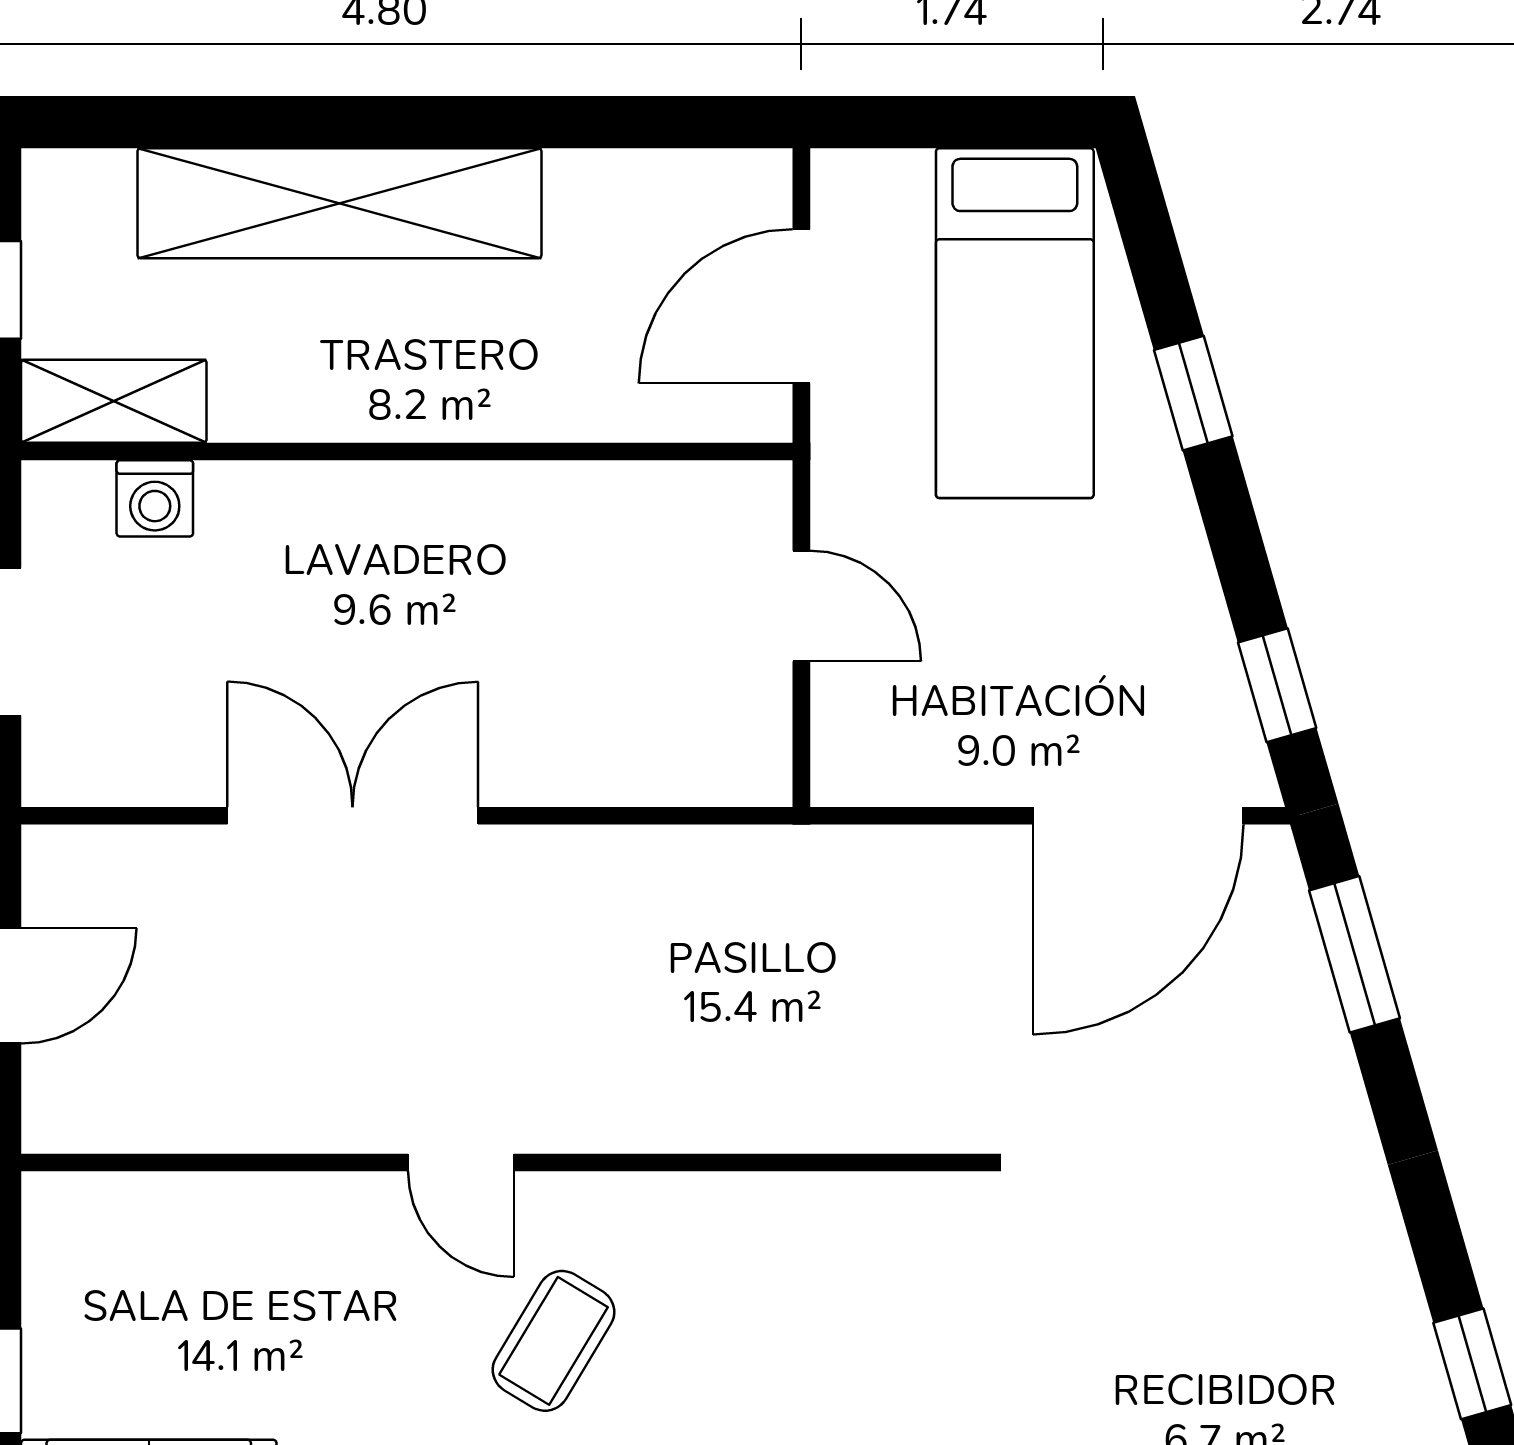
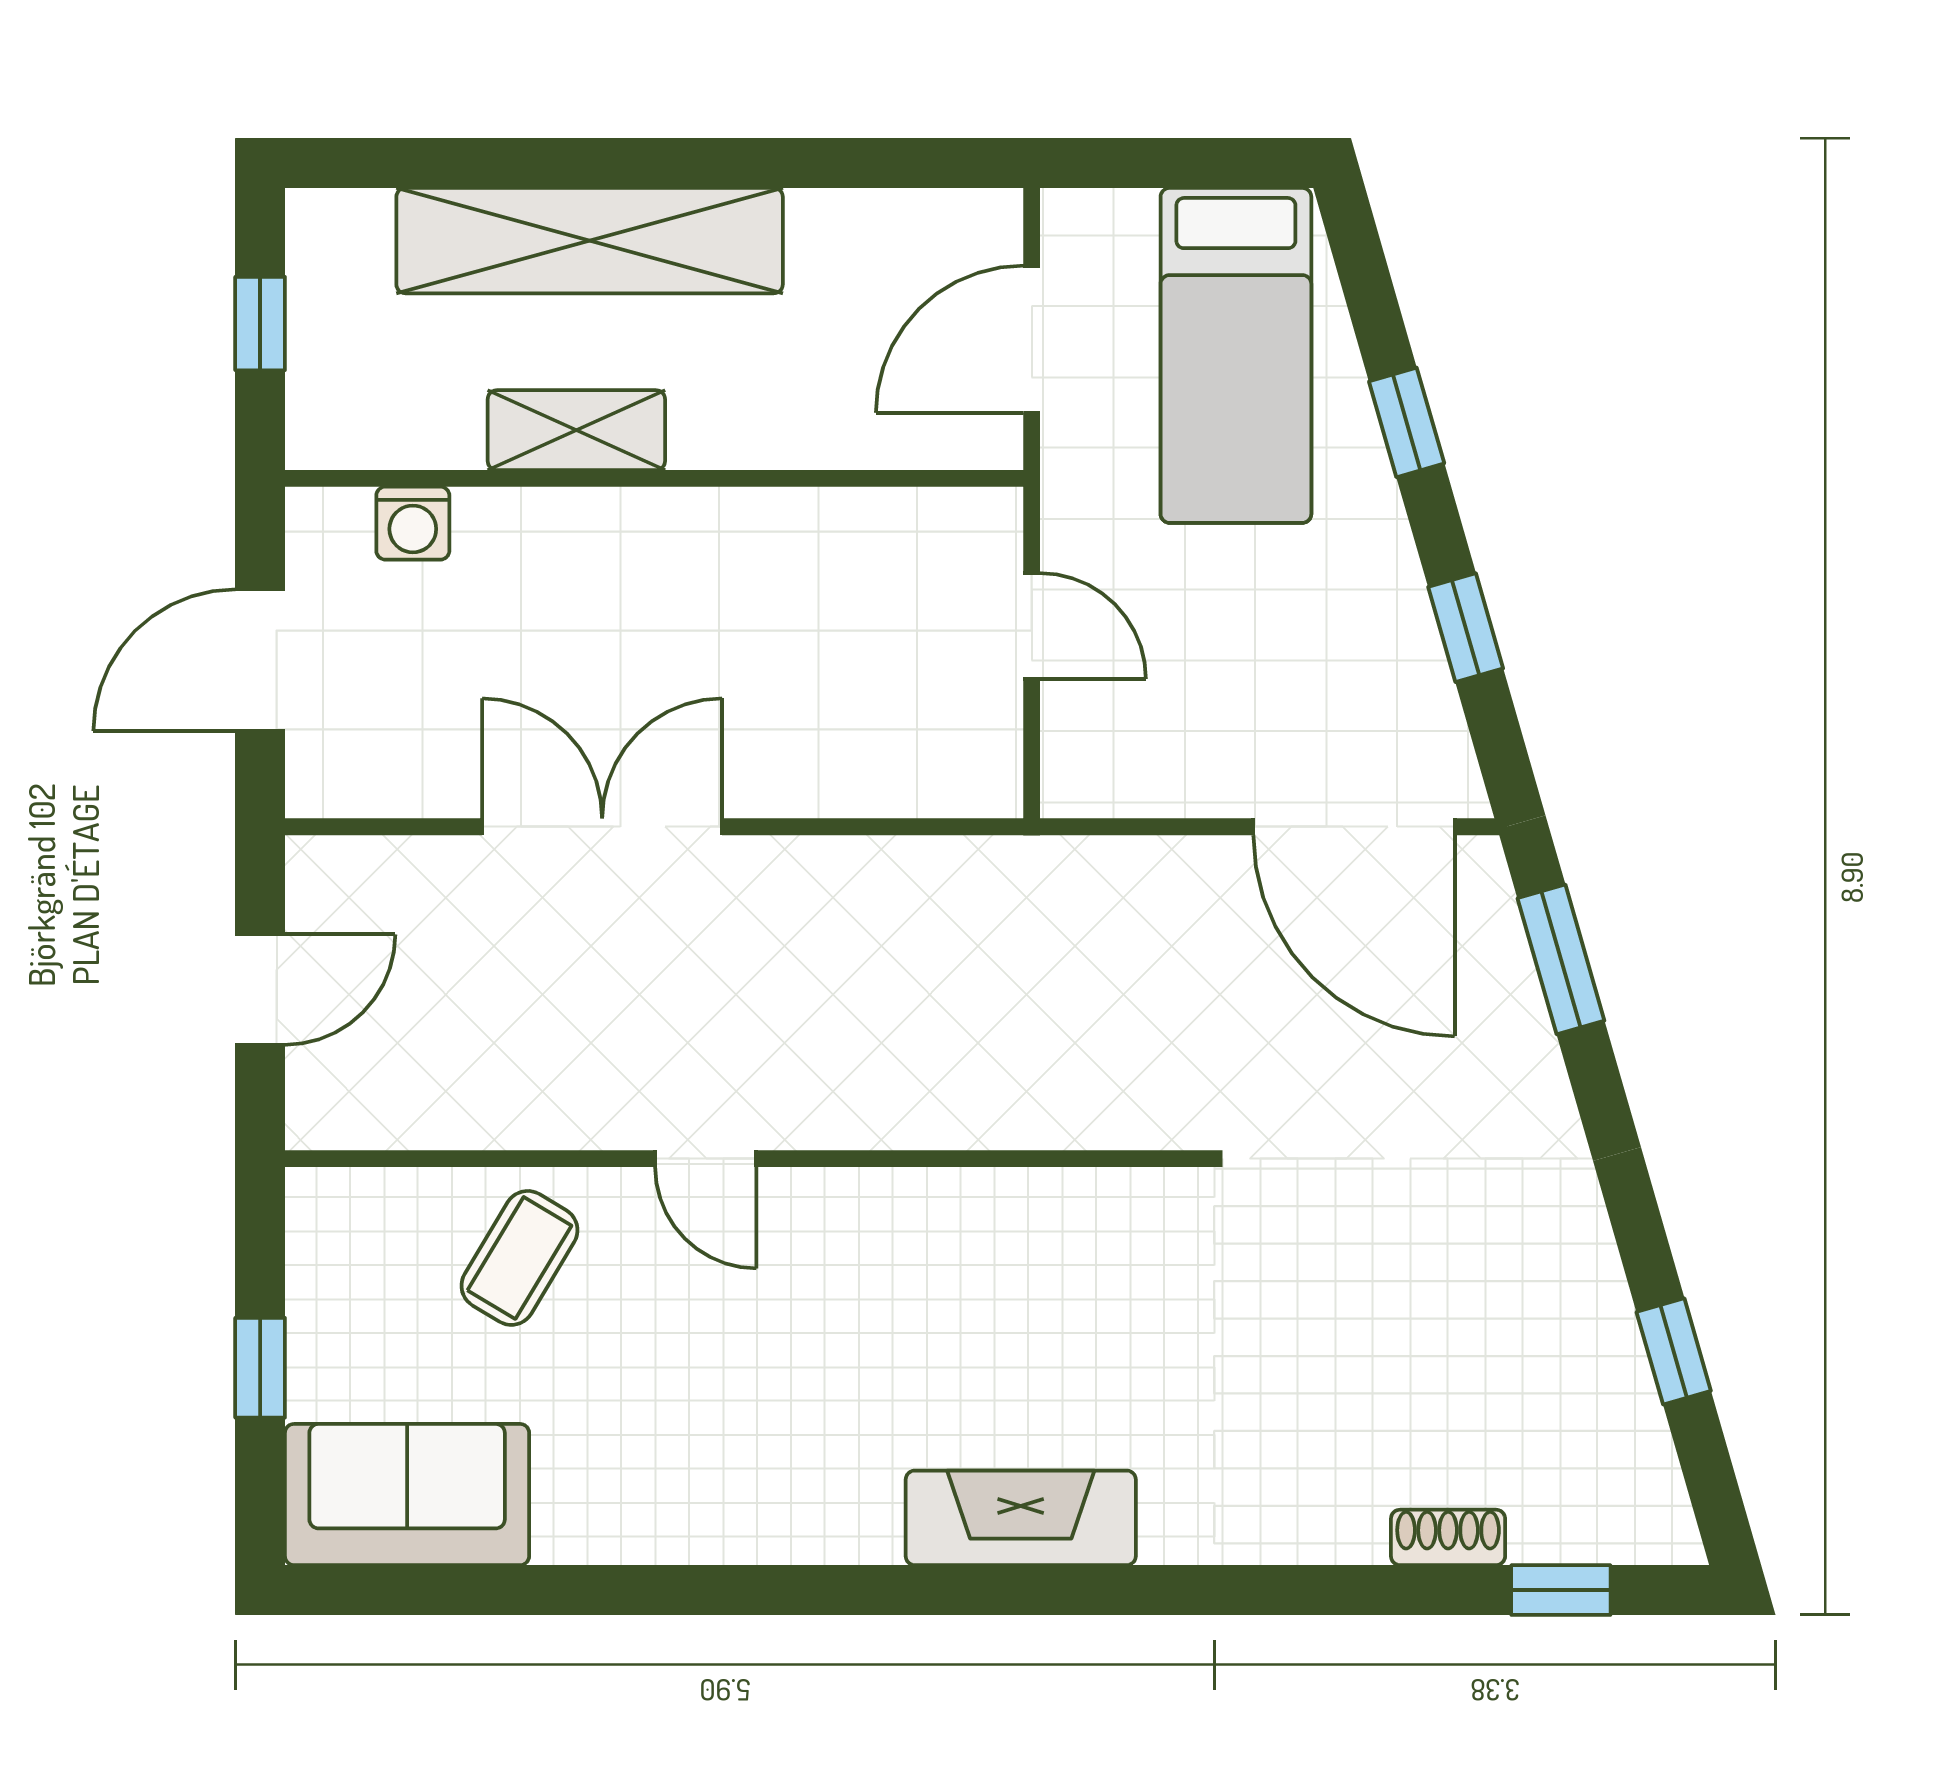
shelving: (114, 401) -> (576, 430), moved
window: (1277, 685) -> (1466, 628), moved
door: (1138, 816) -> (1354, 827), hinge flipped
coffee table: (554, 1341) -> (519, 1258), moved

